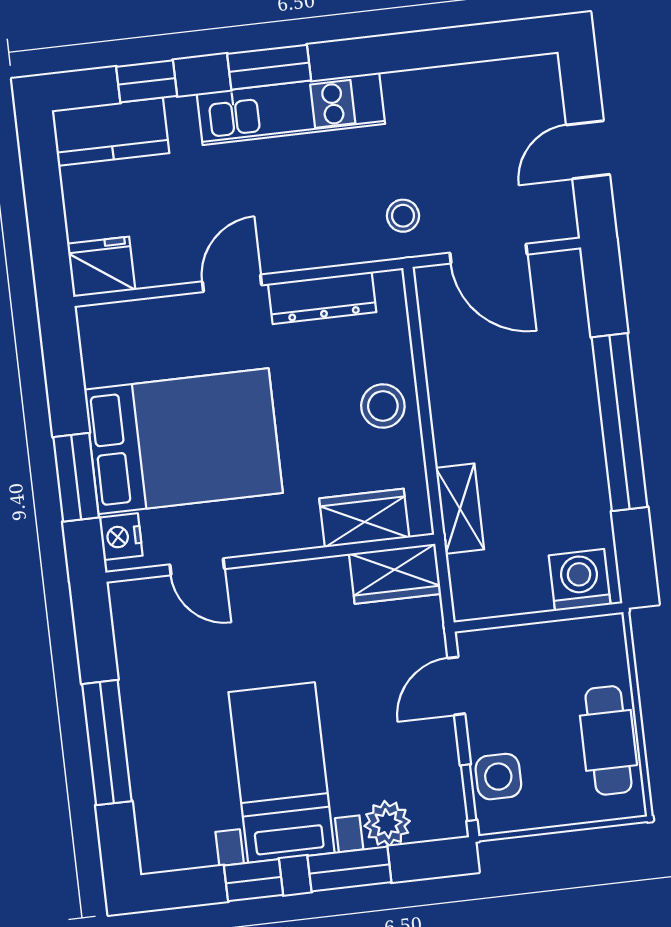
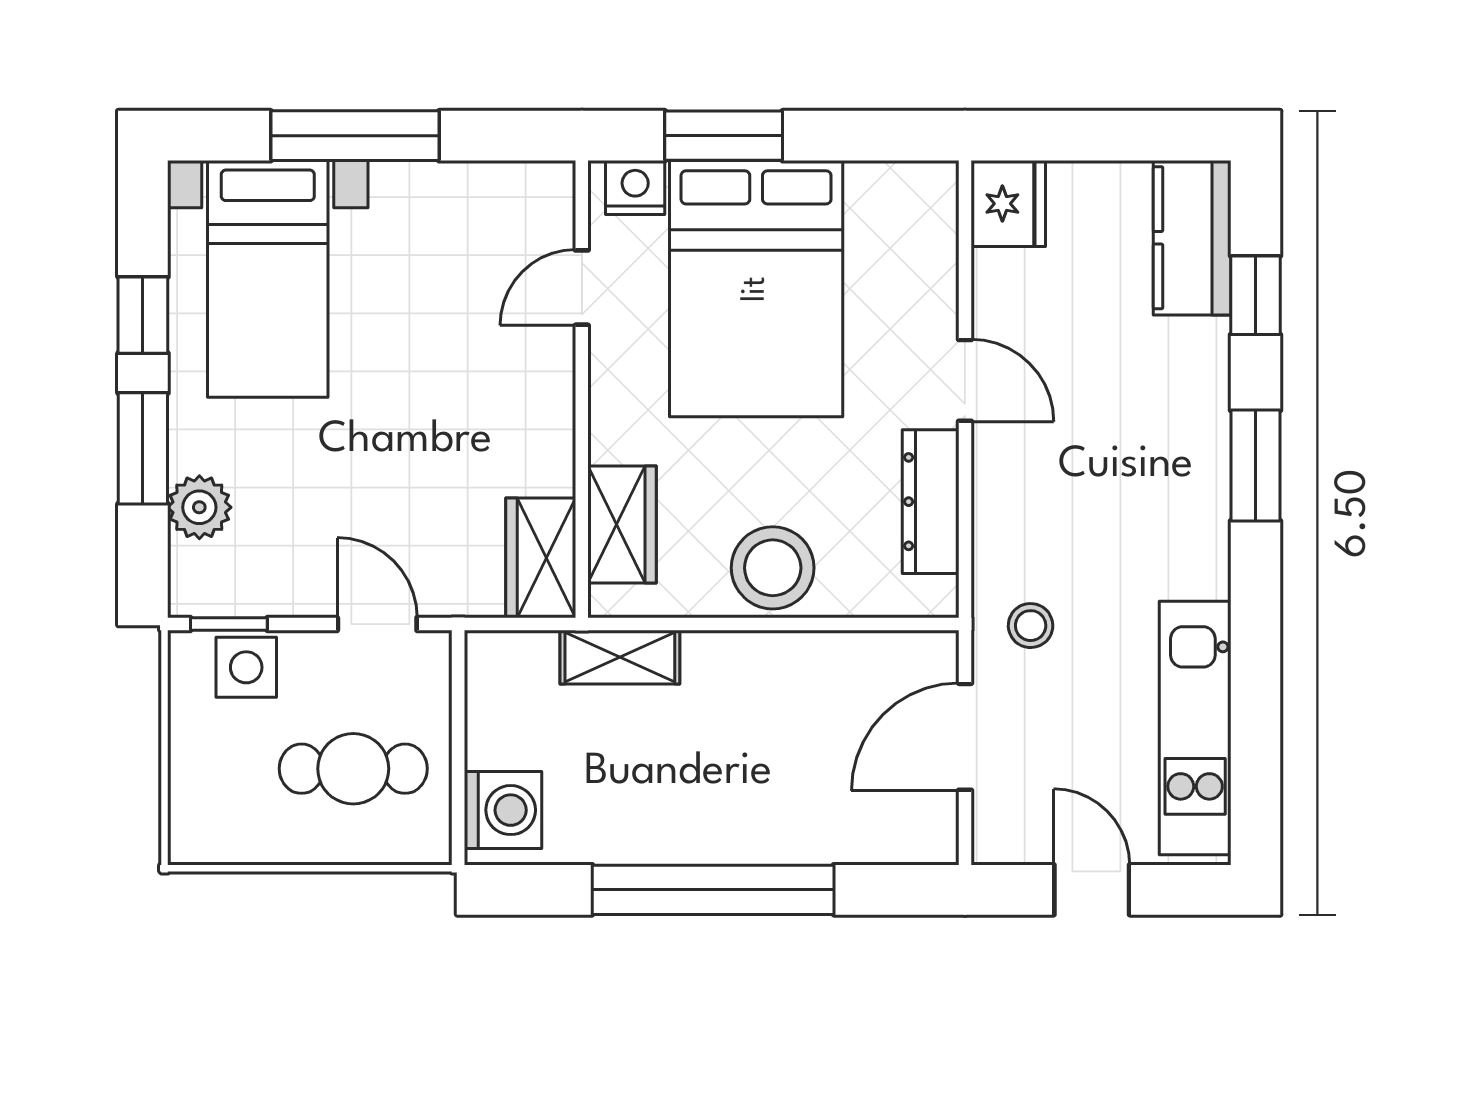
kitchen unit: (291, 109) -> (1195, 728), moved
stool: (383, 406) -> (773, 568), width x1.38, depth x1.38
cafe table: (608, 740) -> (353, 769), moved
bed with nightstands: (281, 772) -> (268, 279), moved, turned 90

